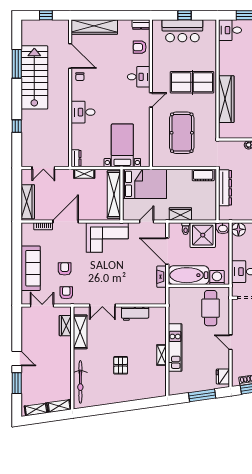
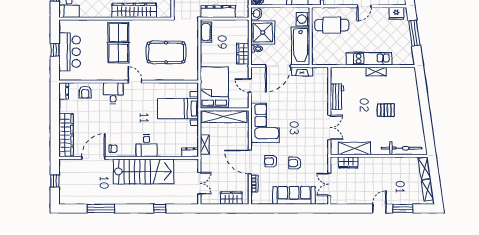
stairs: (34, 77) -> (144, 171), moved, turned 180
wardrobe: (28, 202) -> (231, 198), width x0.67
armchair: (66, 293) -> (271, 161), moved

